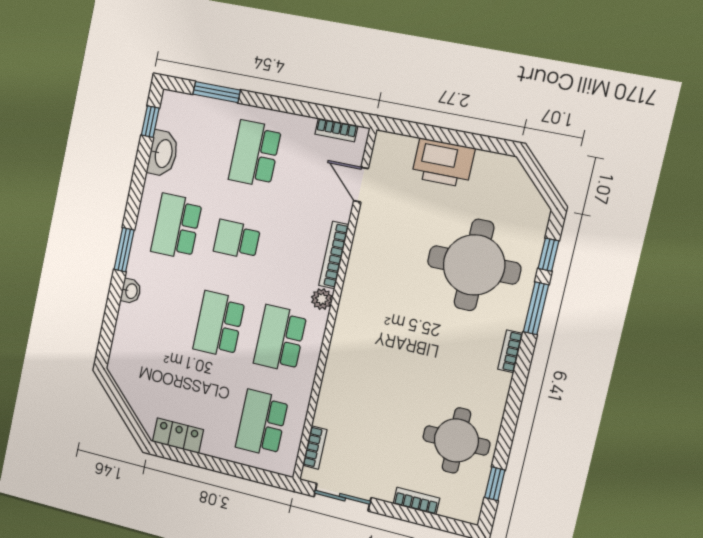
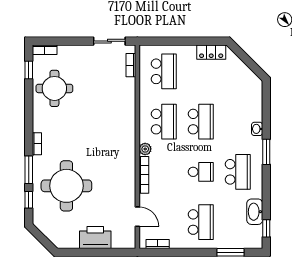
bookcase: (416, 501) -> (45, 50), moved

